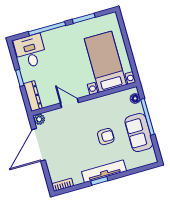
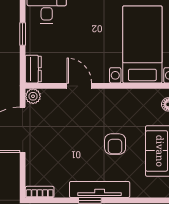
dresser: (33, 96) -> (33, 69), width x0.70
armchair: (106, 137) -> (115, 144), turned 90

